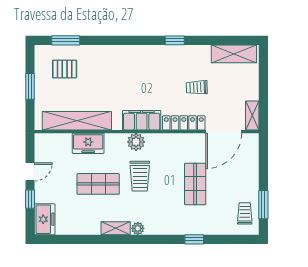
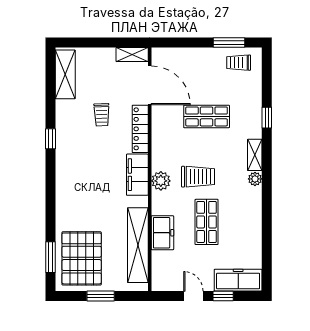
pallet: (65, 69) -> (82, 258), width x2.05, depth x2.00
freezer: (45, 219) -> (238, 280), width x1.40
shelving: (116, 228) -> (255, 155), moved

